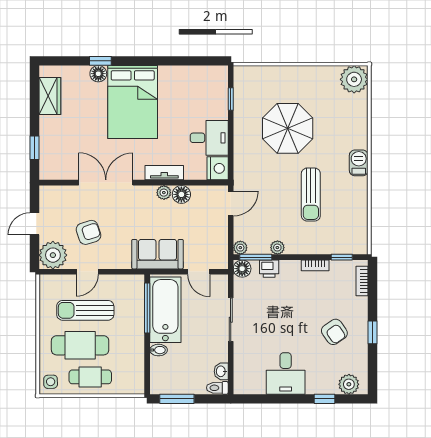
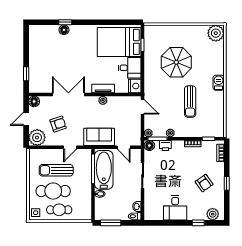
wardrobe: (50, 96) -> (35, 43), removed
bed: (133, 102) -> (119, 42), moved, turned 90
floor lamp: (181, 194) -> (34, 101), moved
door: (231, 203) -> (143, 107), hinge flipped
door: (87, 272) -> (70, 147), moved

